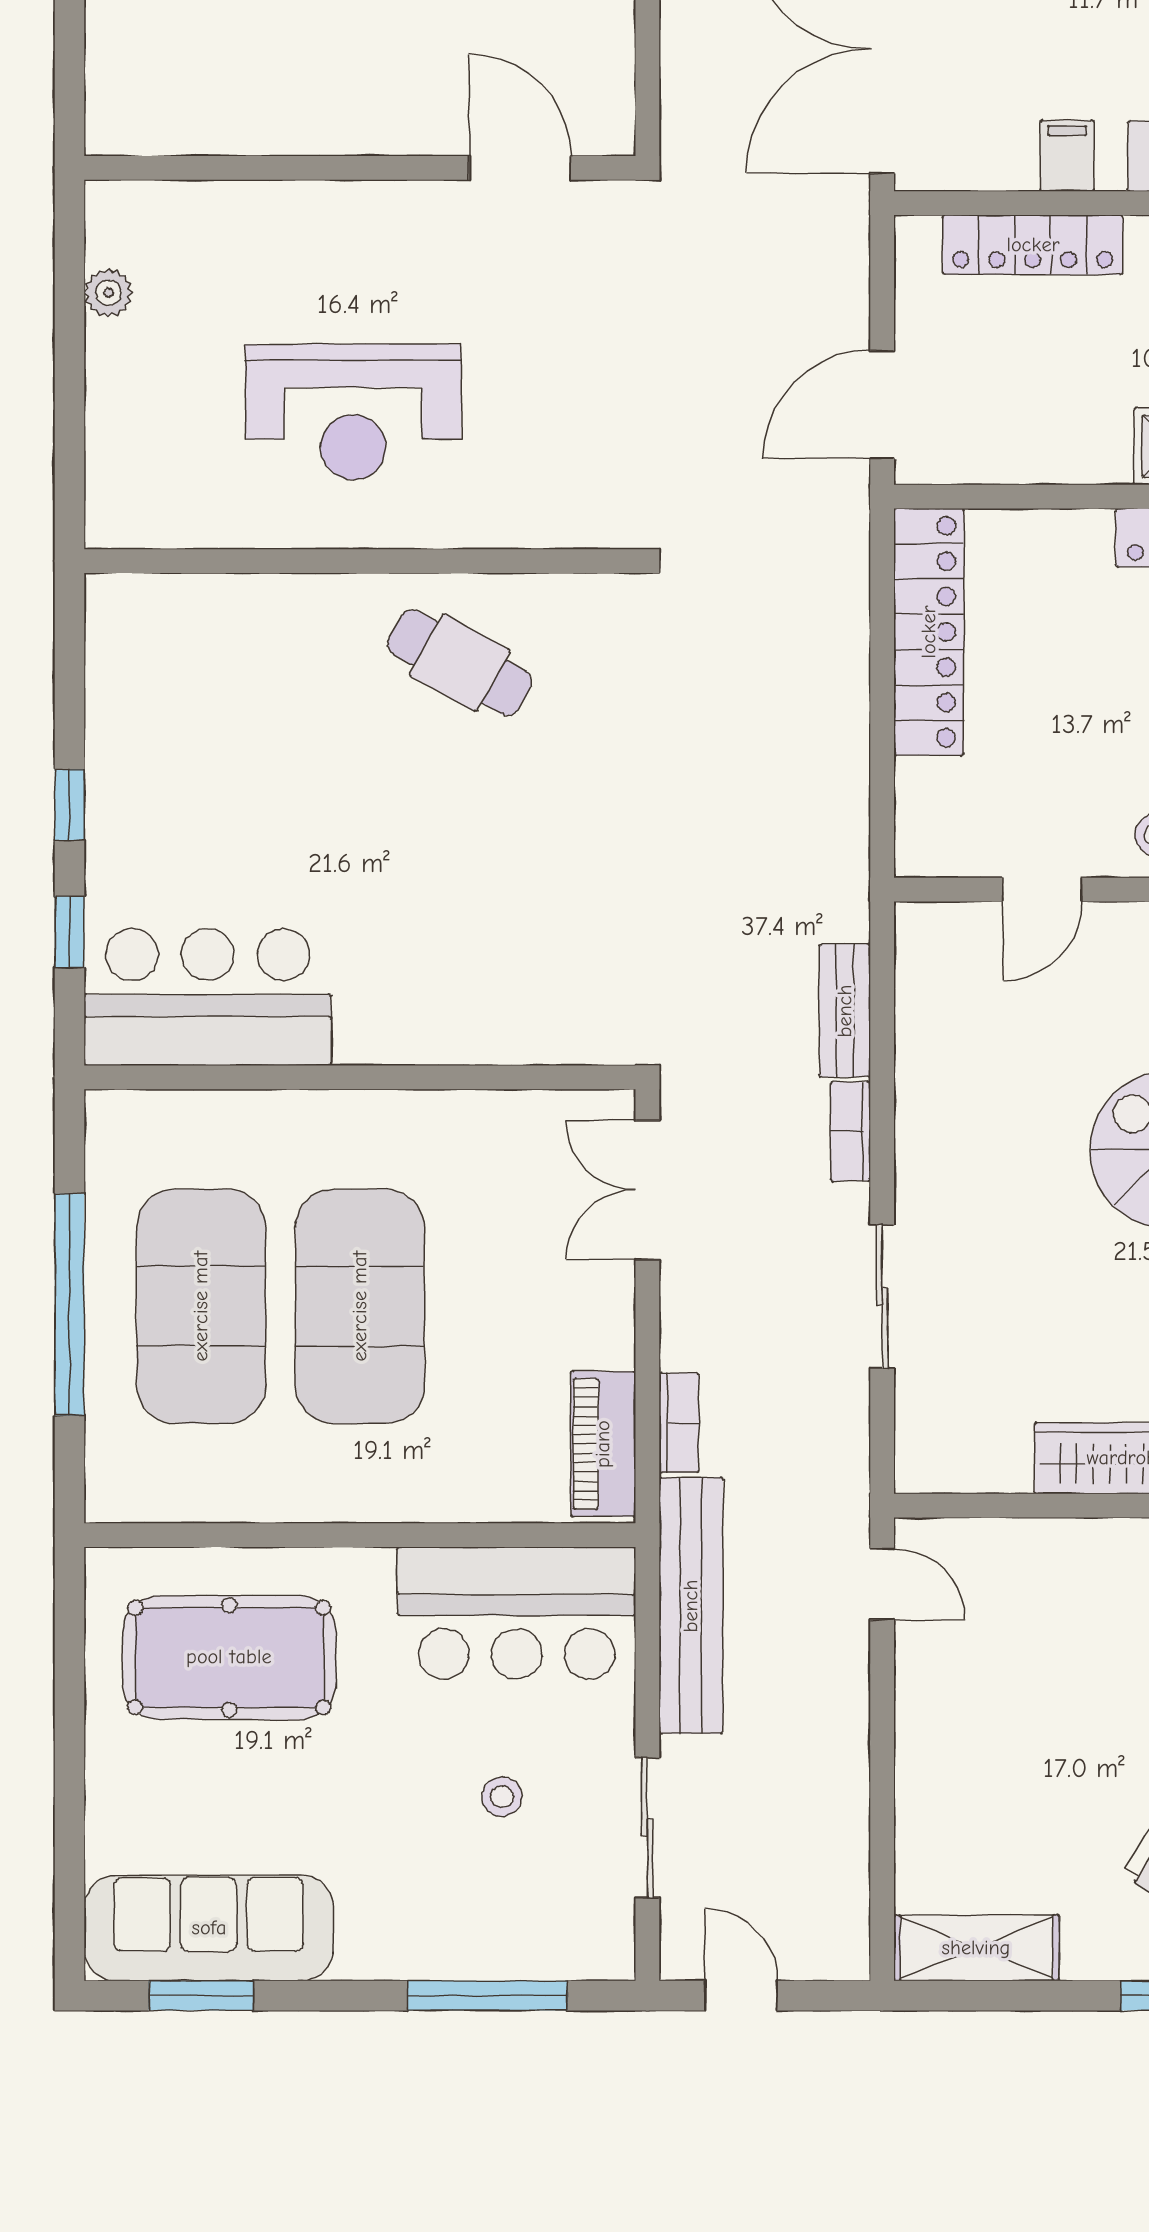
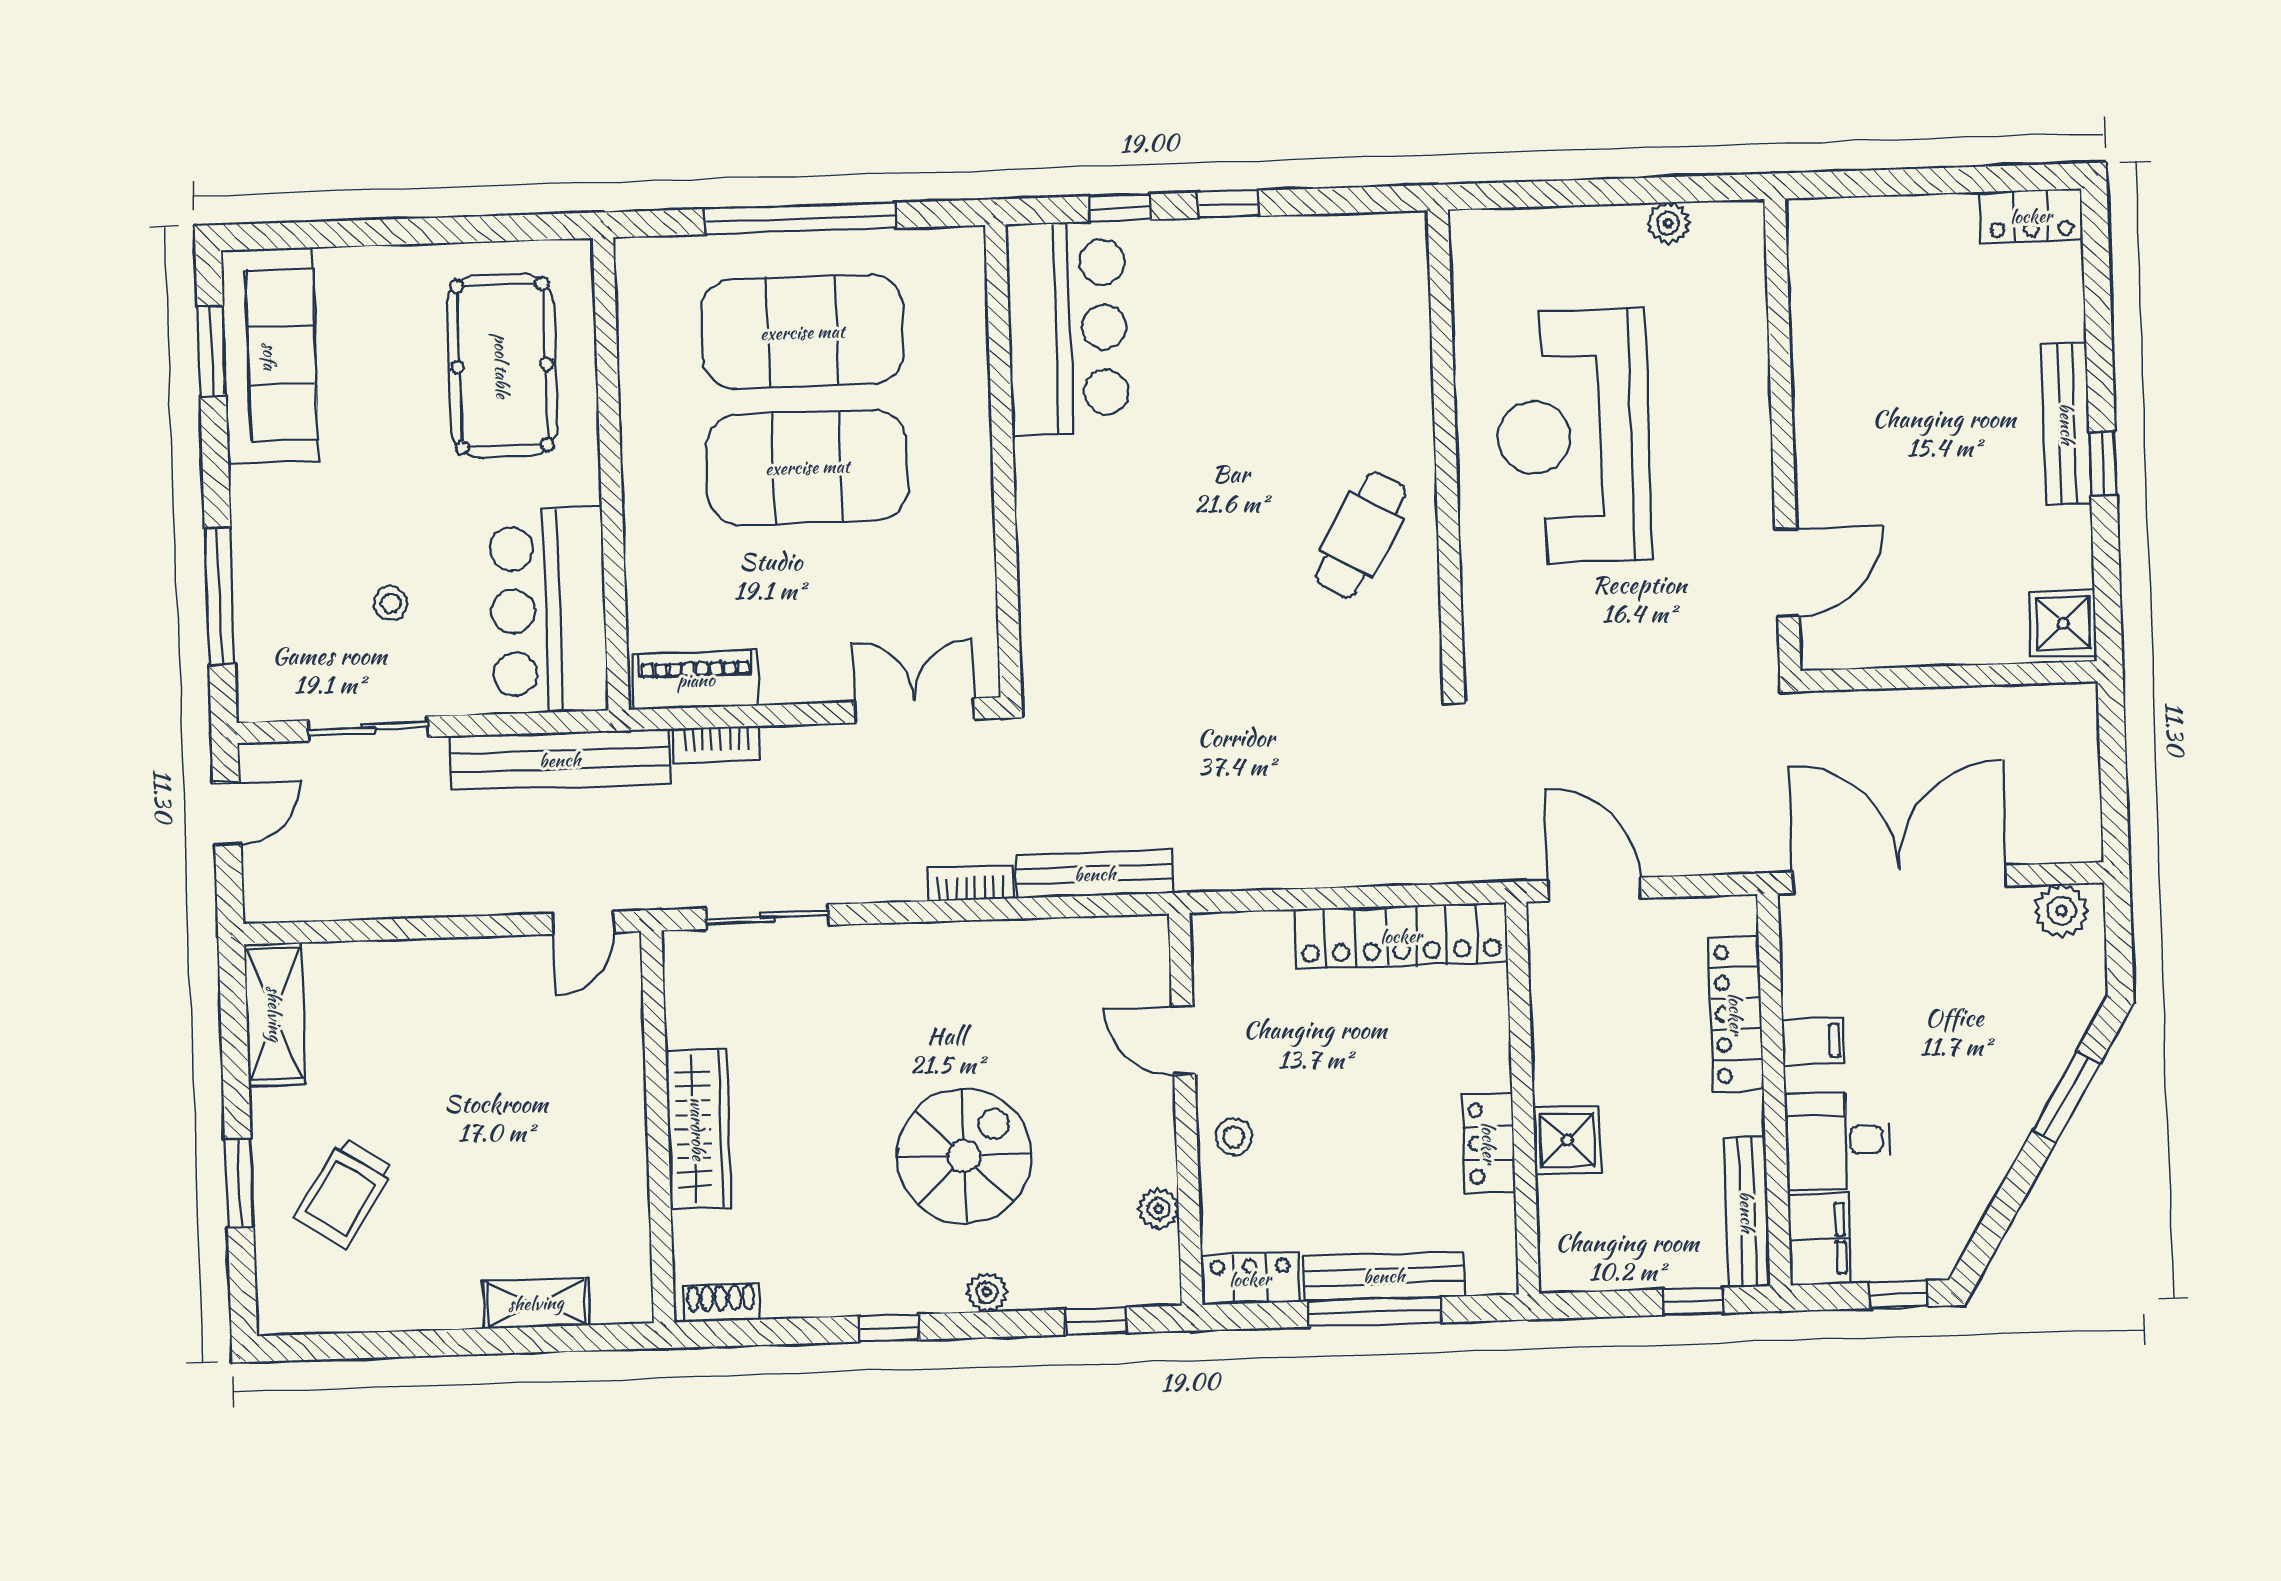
reception desk: (353, 412) -> (1573, 436), width x1.36, depth x1.30
bench: (845, 1011) -> (1095, 874), width x1.36
sliding door: (882, 1296) -> (767, 917), moved

